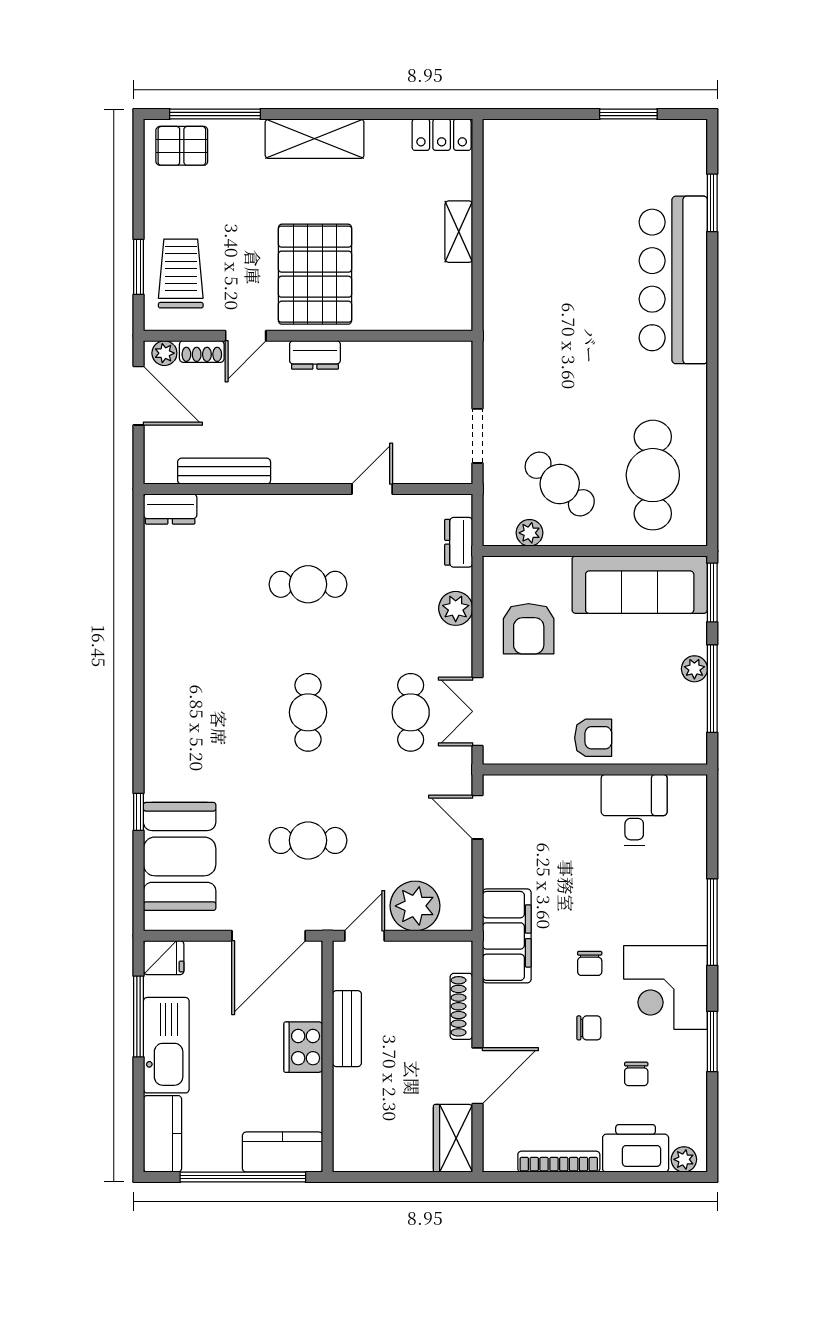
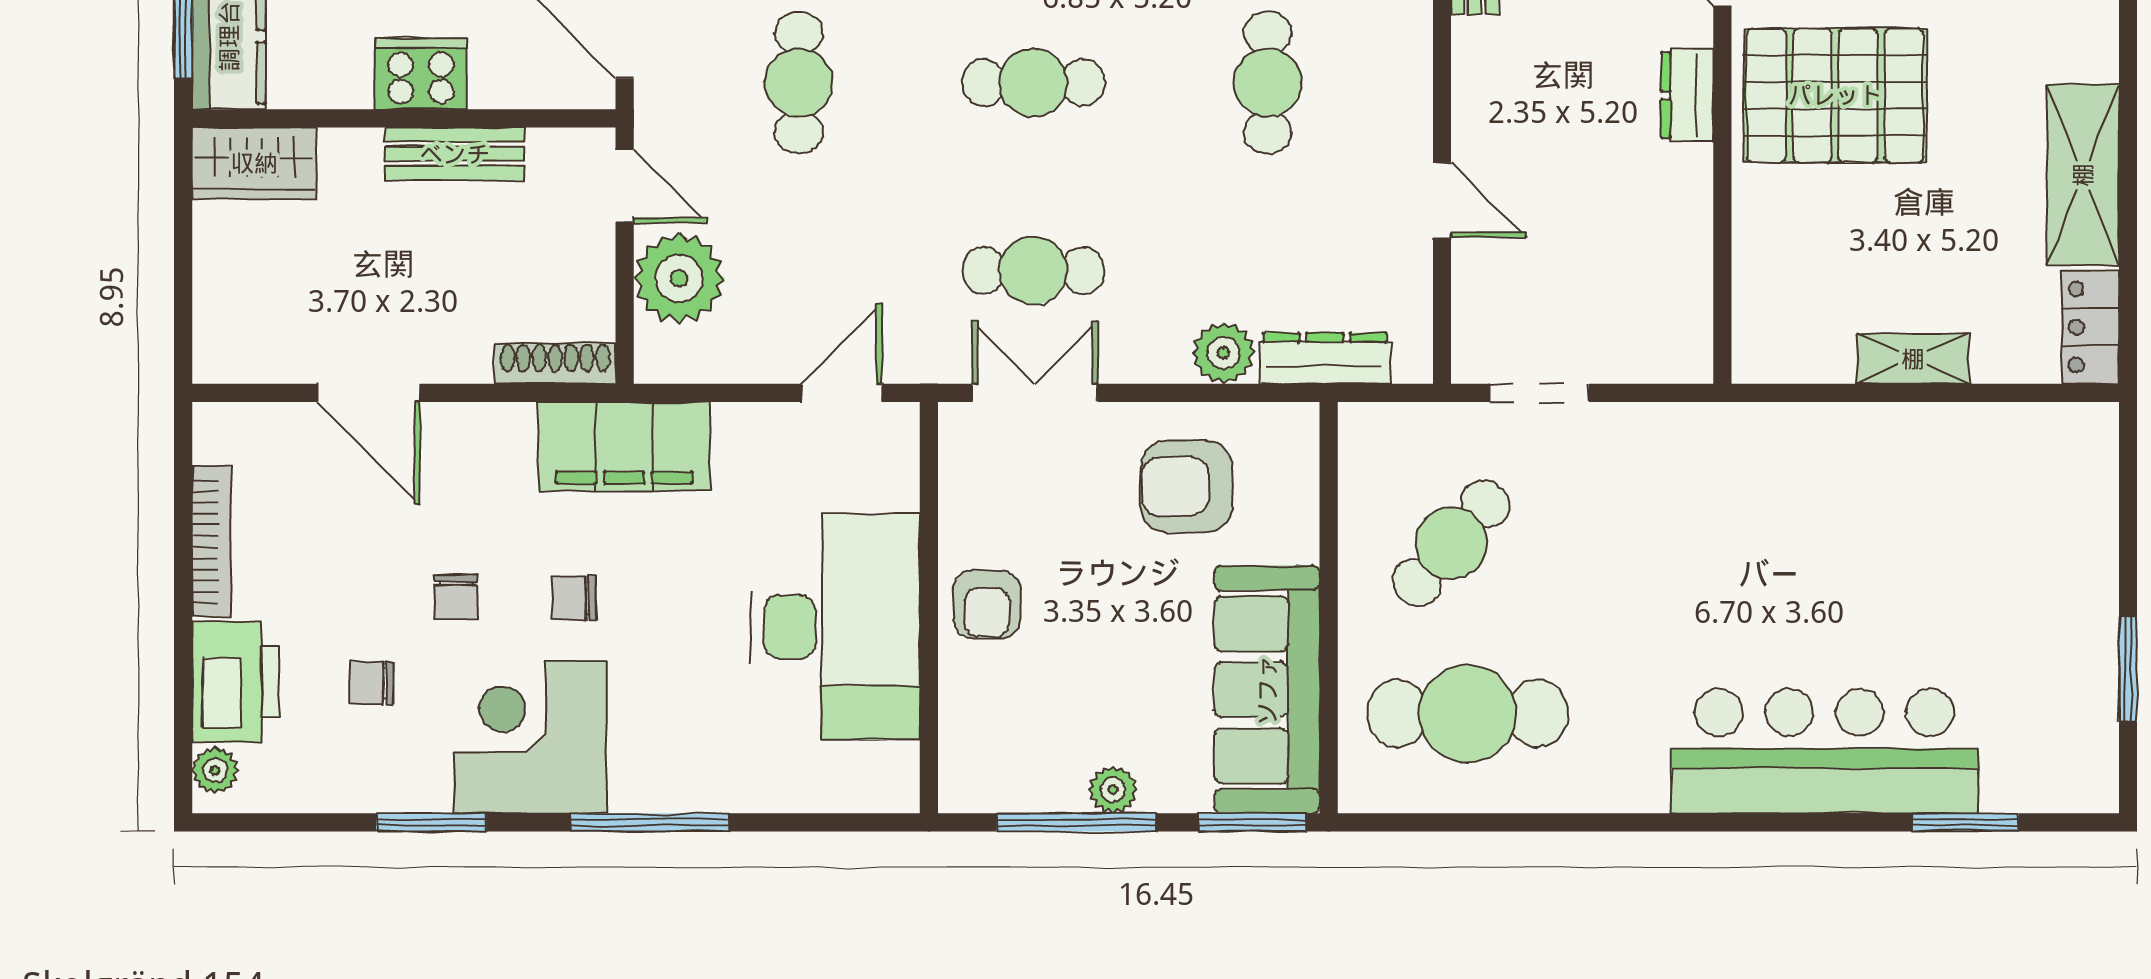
shelving: (315, 139) -> (2083, 175), moved
plant: (530, 533) -> (1362, 488), removed
dresser: (459, 542) -> (1325, 358), width x1.44
desk: (634, 810) -> (835, 627), width x1.87, depth x1.30
shoe rack: (461, 1006) -> (555, 363), moved
wardrobe: (453, 1138) -> (254, 163), moved, turned 180

